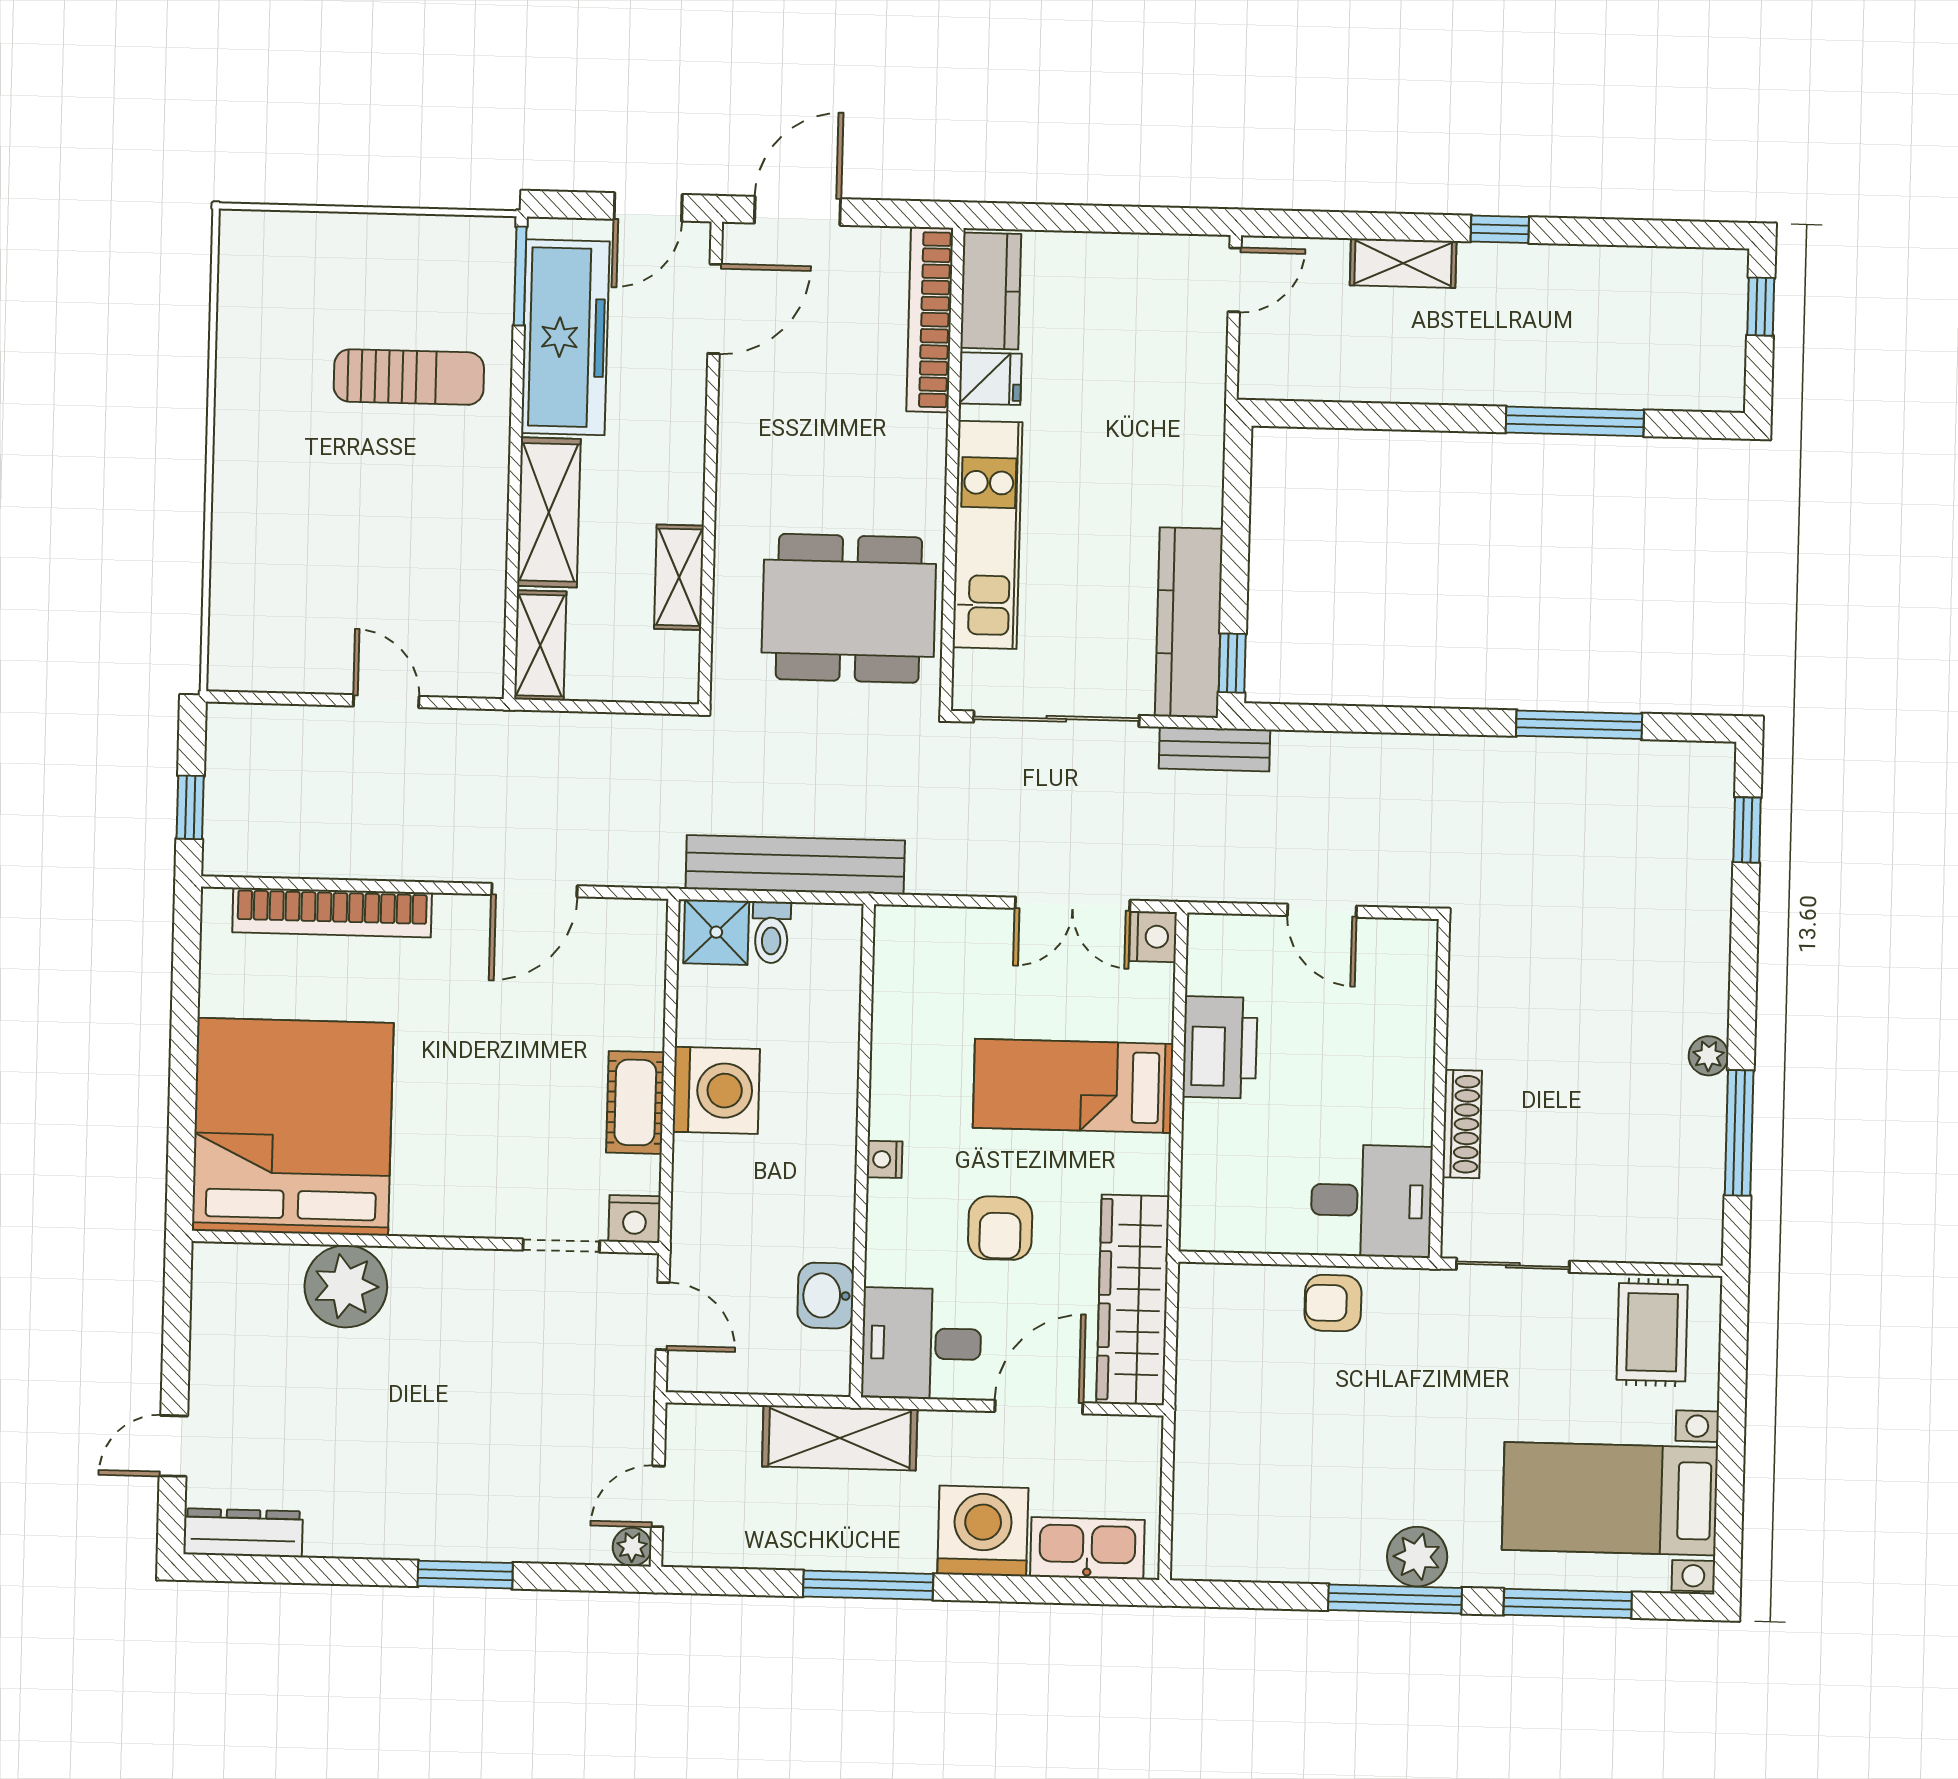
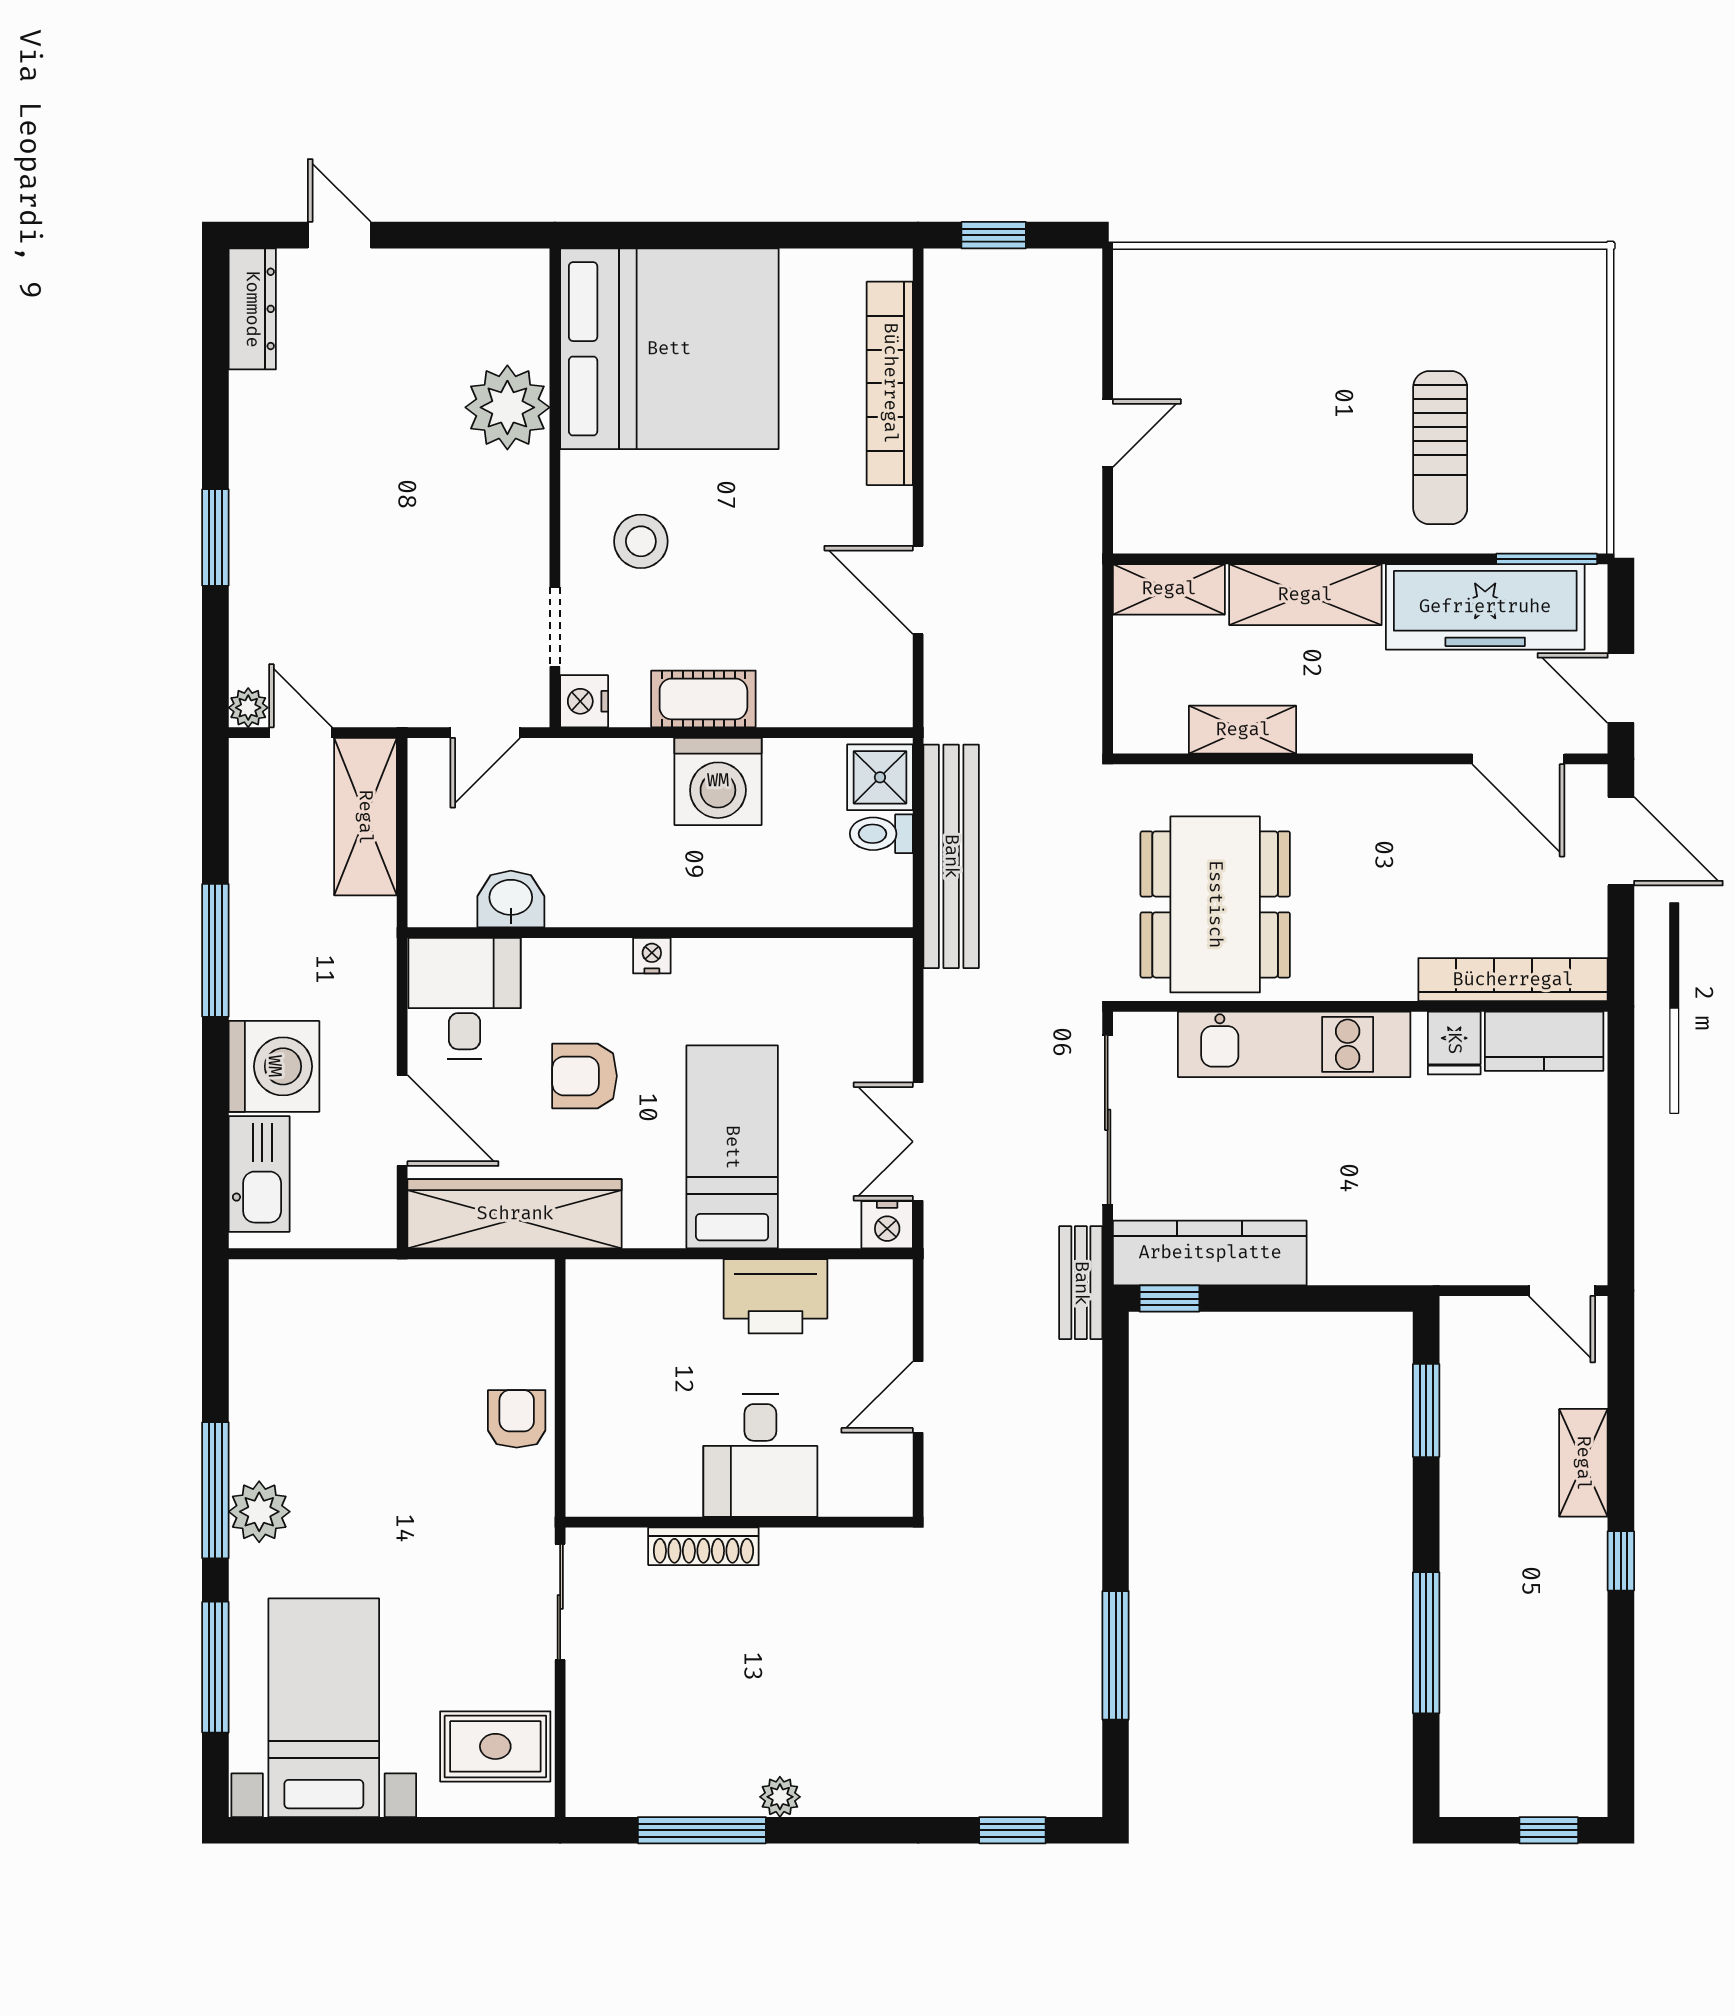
window: (1348, 415) -> (1426, 1410), added
stool: (480, 1159) -> (641, 541), added
desk: (1372, 1201) -> (760, 1456), moved
shelving: (840, 1438) -> (365, 817), moved

